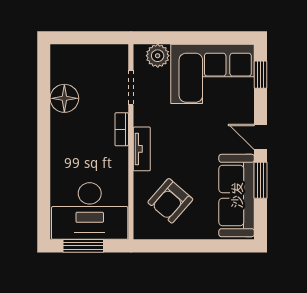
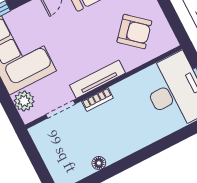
floor lamp: (64, 98) -> (99, 163), width x0.53, depth x0.53
tv unit: (142, 149) -> (98, 79), width x1.41

